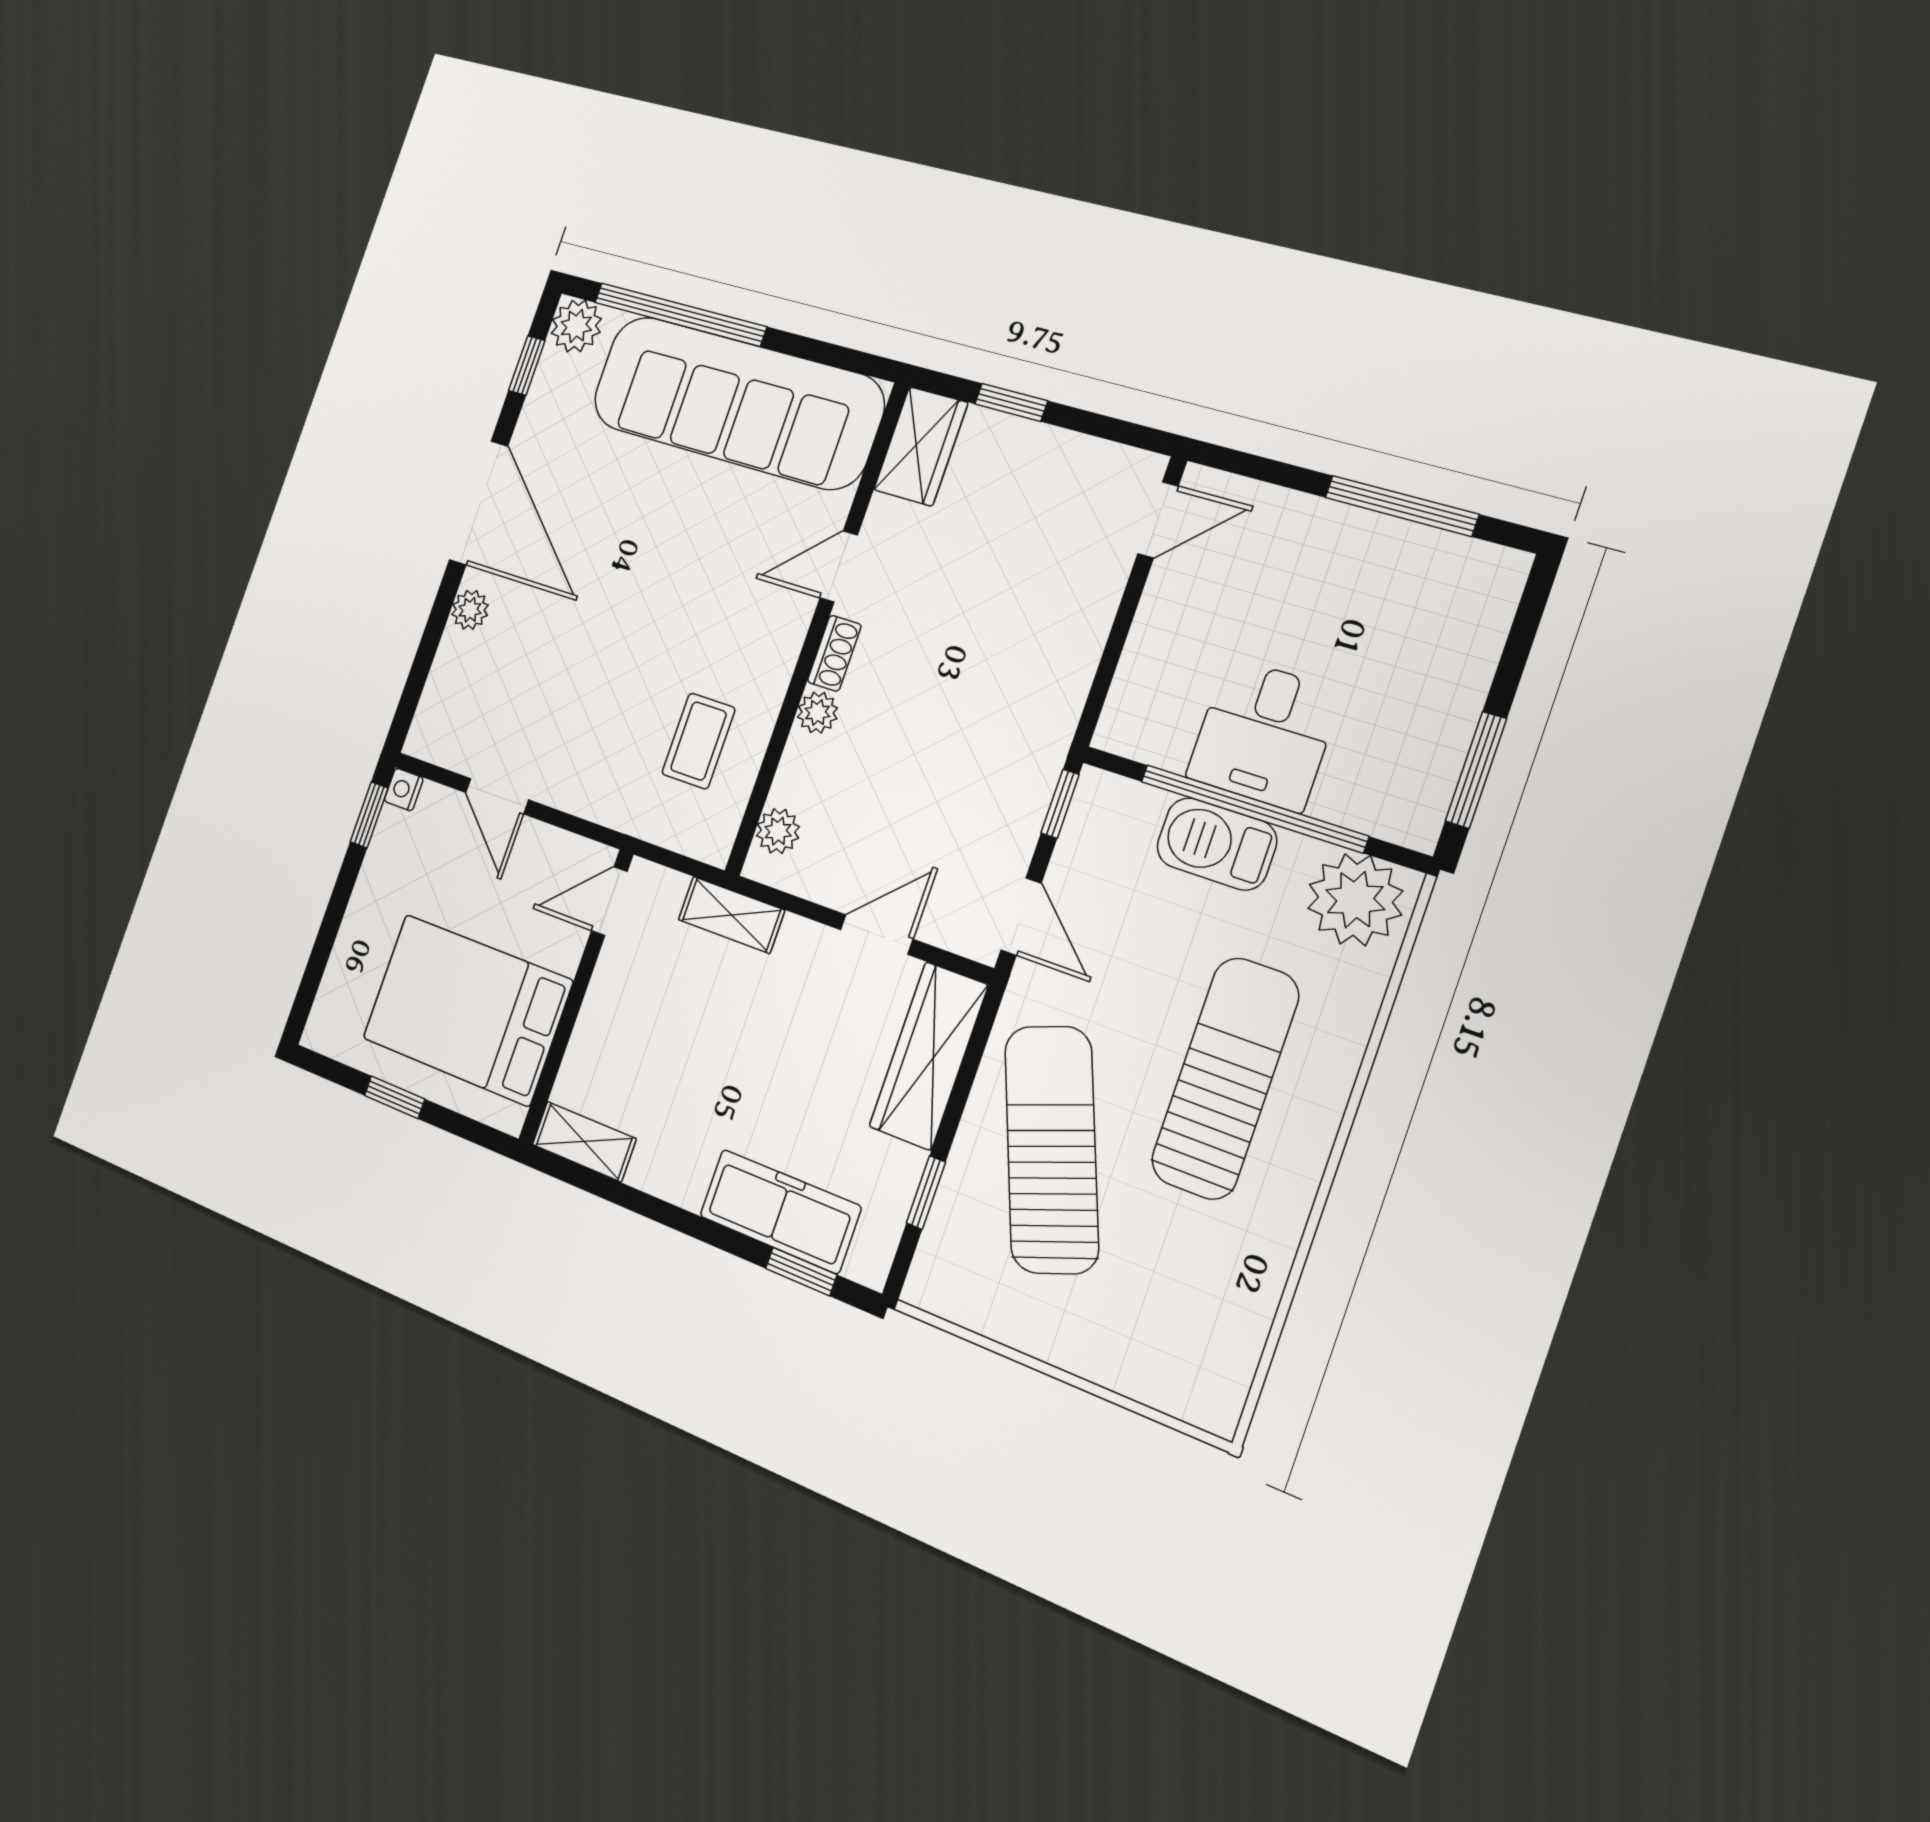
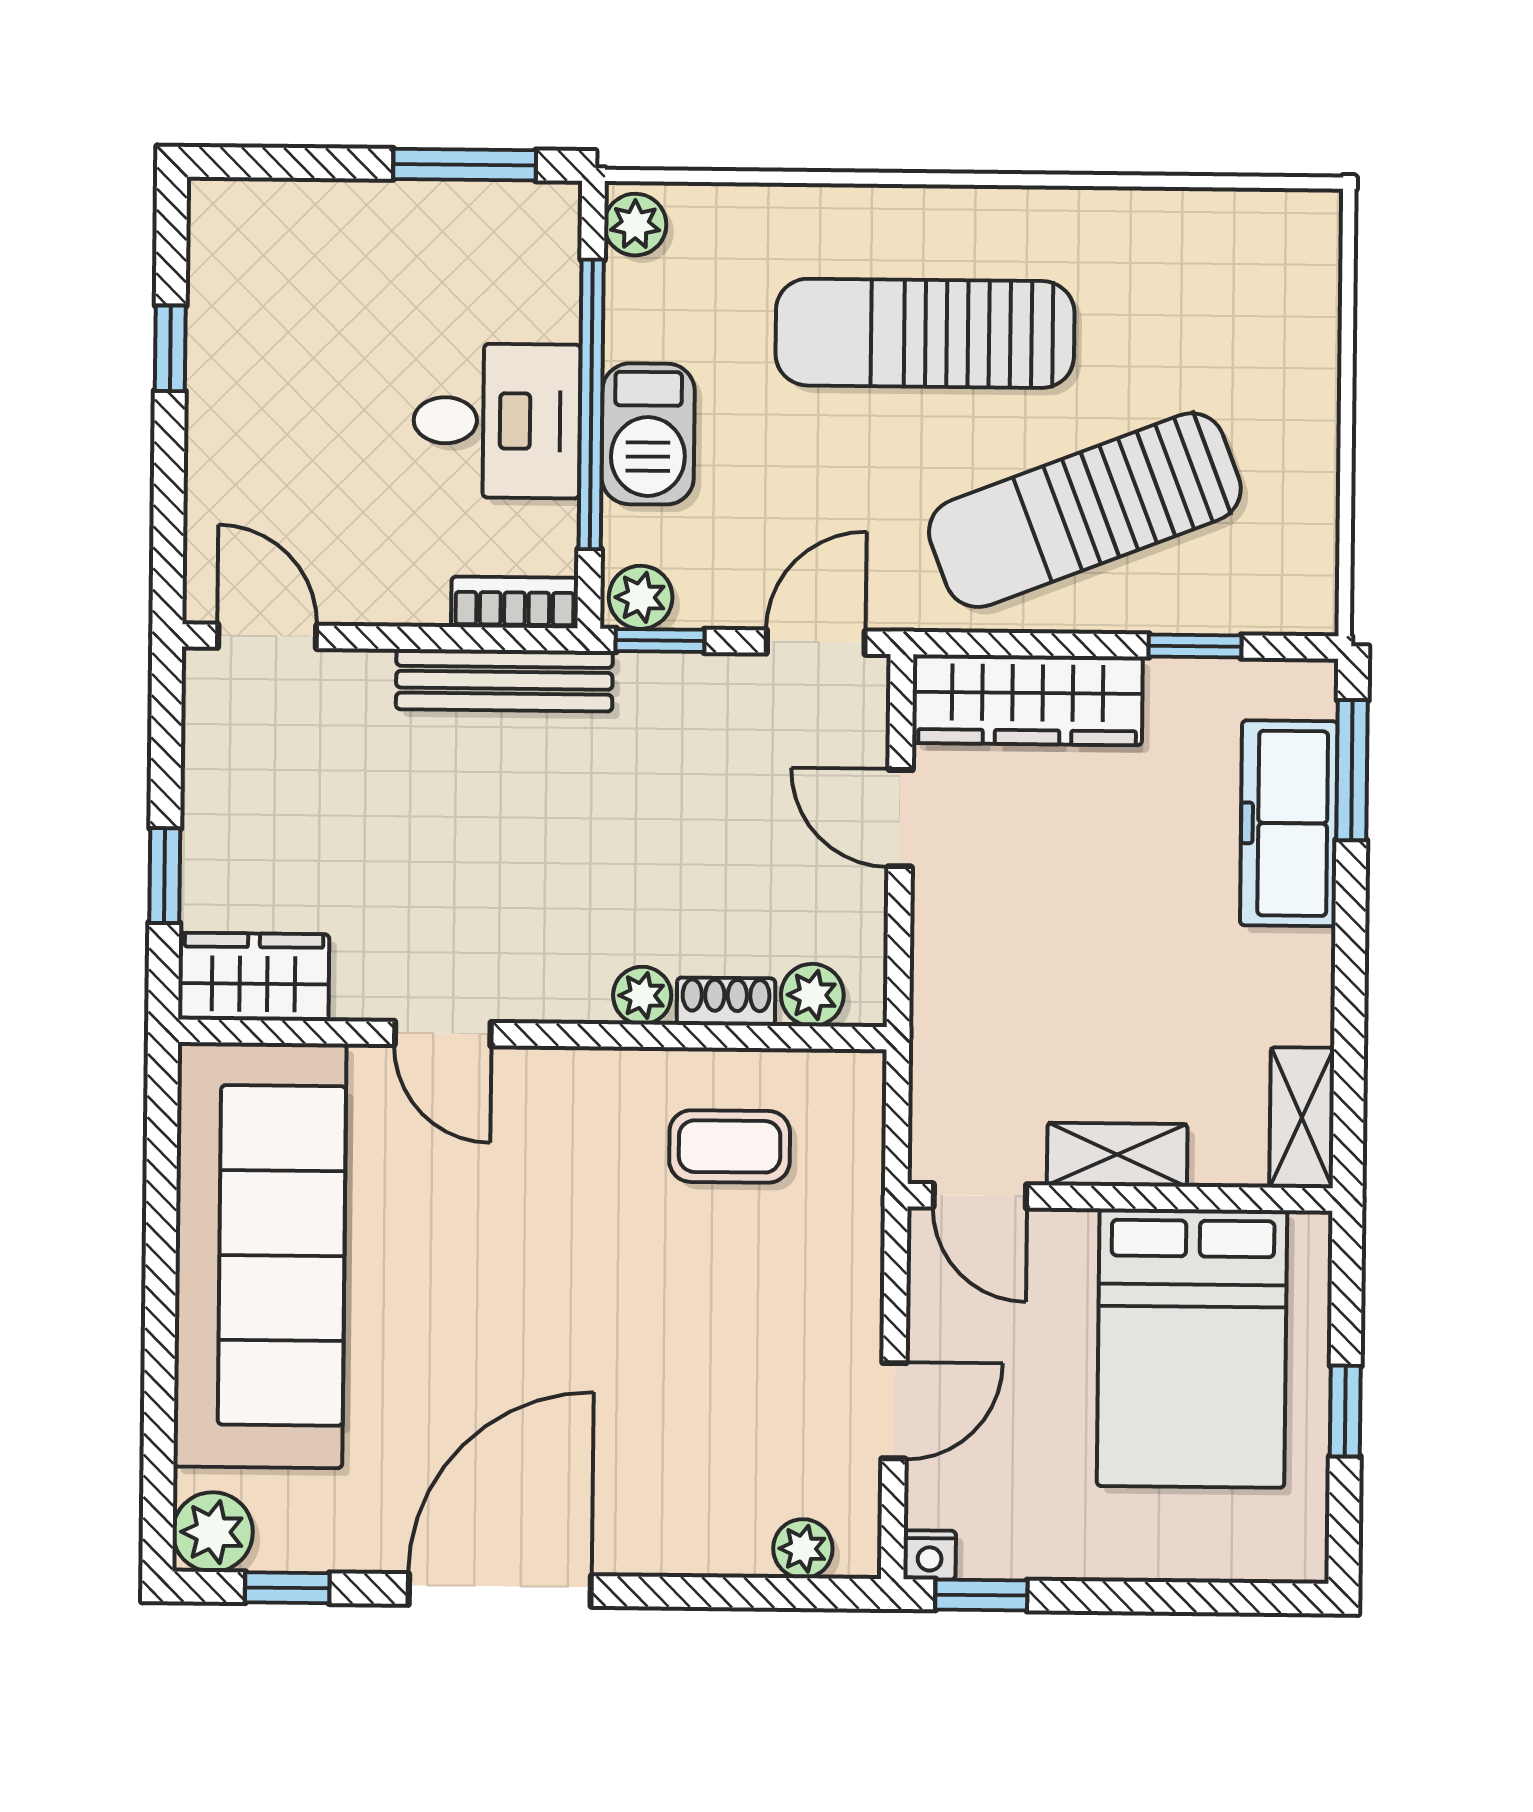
window: (680, 314) -> (159, 1382), removed
window: (1401, 506) -> (170, 348), width x0.46
plant: (470, 610) -> (803, 1549), moved
shoe rack: (834, 653) -> (726, 1002), moved
bench: (1069, 682) -> (504, 680), added
bookcase: (1123, 707) -> (515, 602), added
plant: (1096, 800) -> (641, 597), added
plant: (1355, 900) -> (635, 225), width x0.53, depth x0.53
shelving: (731, 915) -> (1117, 1155), moved, turned 90
window: (801, 1272) -> (1352, 770), width x1.50

